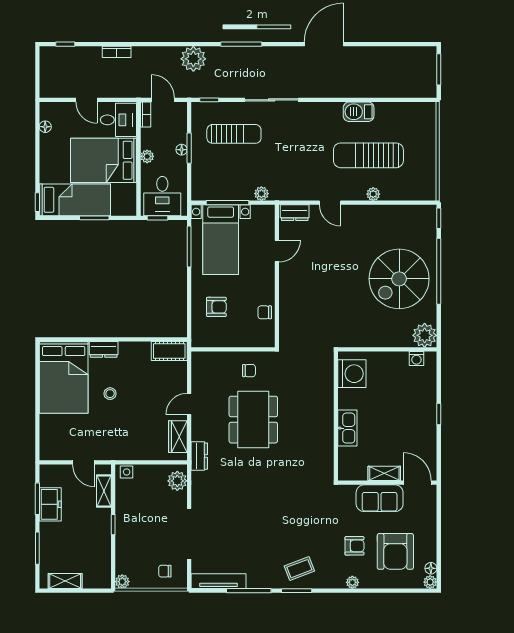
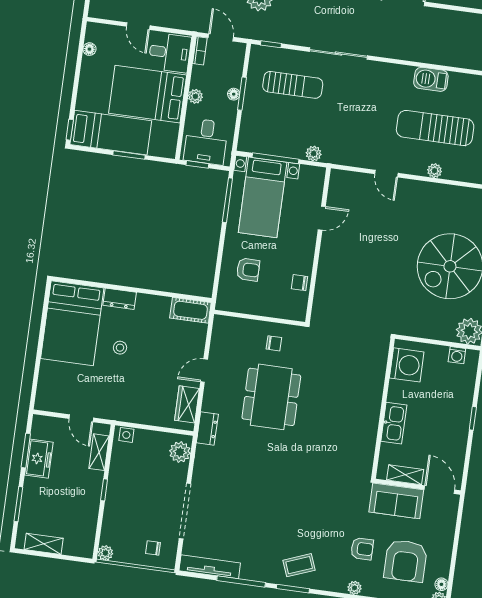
dresser: (295, 213) -> (347, 179), removed
washing machine: (352, 374) -> (407, 365), moved
wall: (336, 416) -> (383, 408), moved
kitchen sink: (347, 428) -> (394, 423), moved

